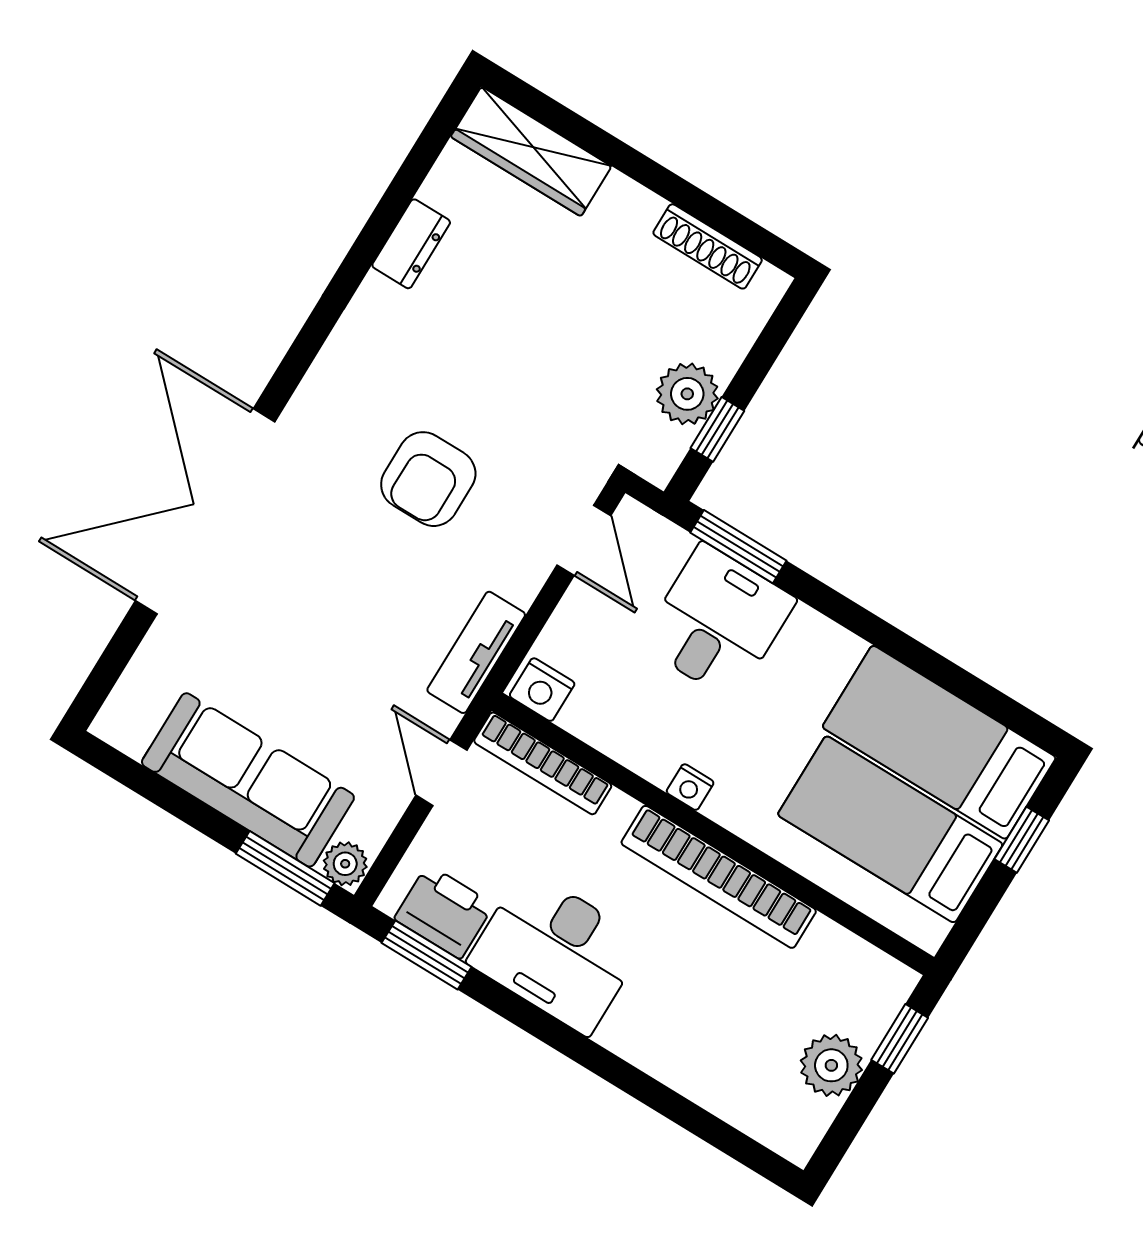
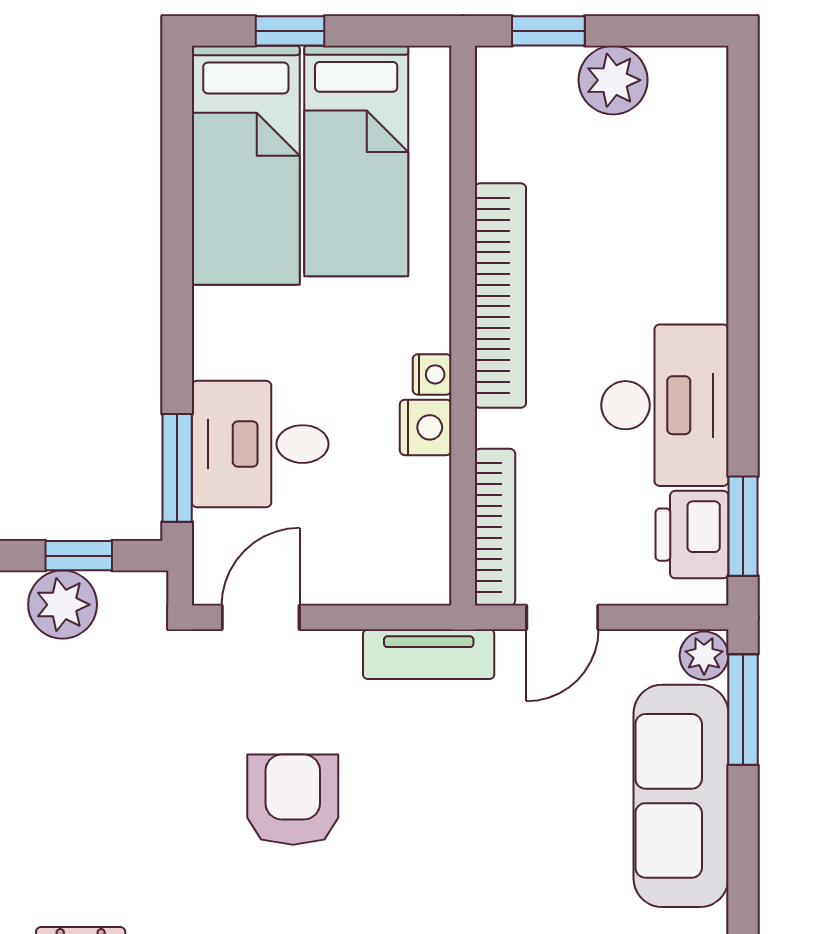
armchair: (428, 479) -> (293, 800), turned -90
nightstand: (542, 690) -> (426, 427), moved

